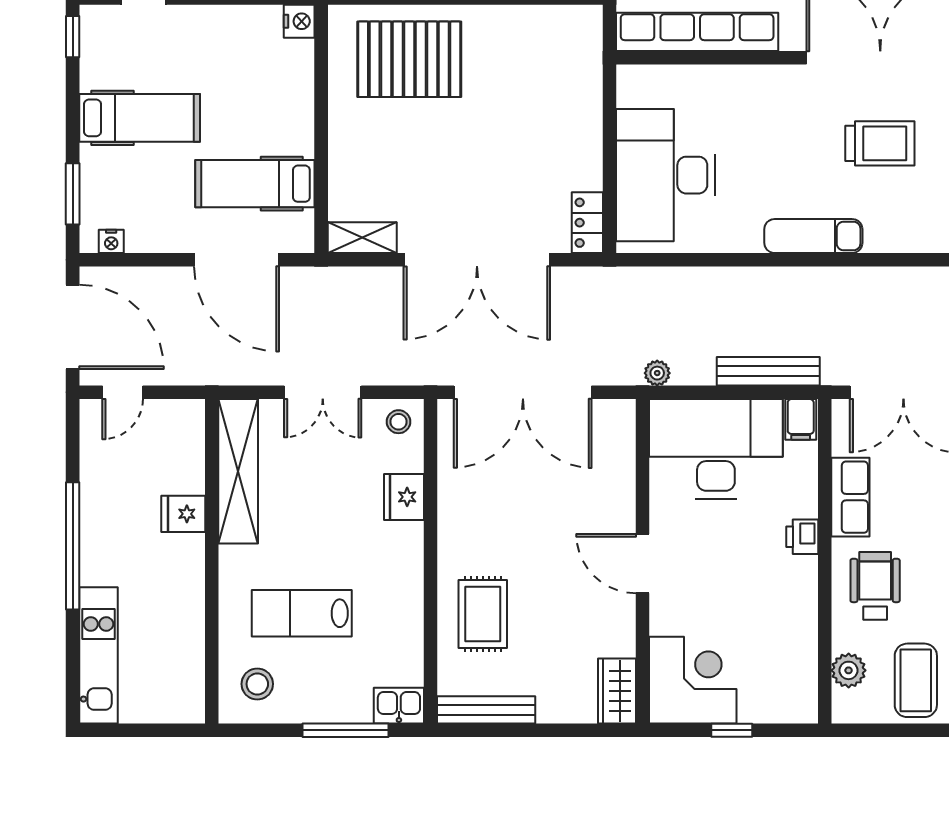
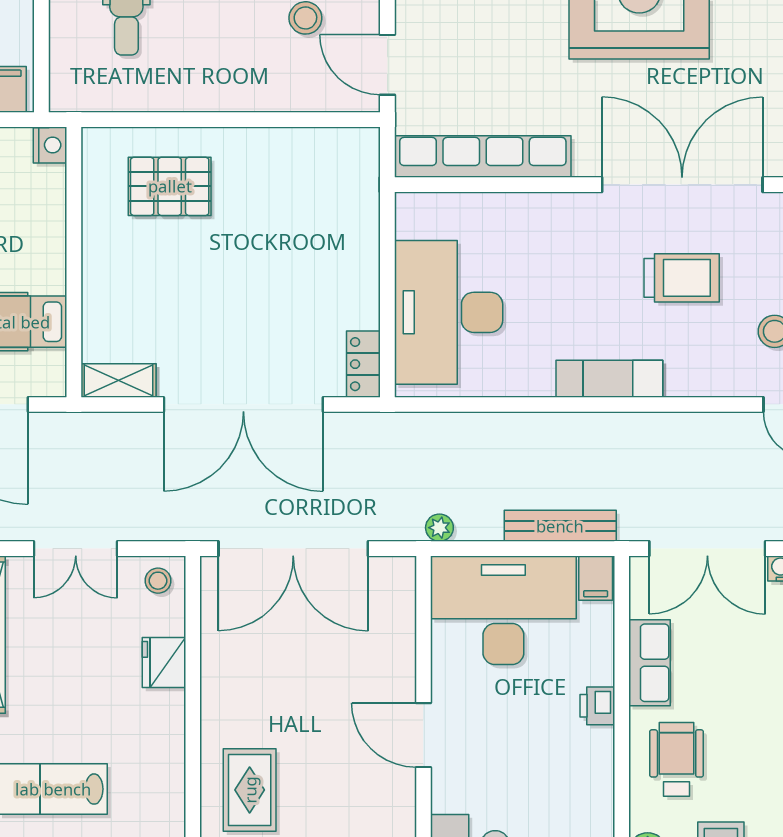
pallet: (409, 59) -> (170, 186), width x0.73, depth x0.71

